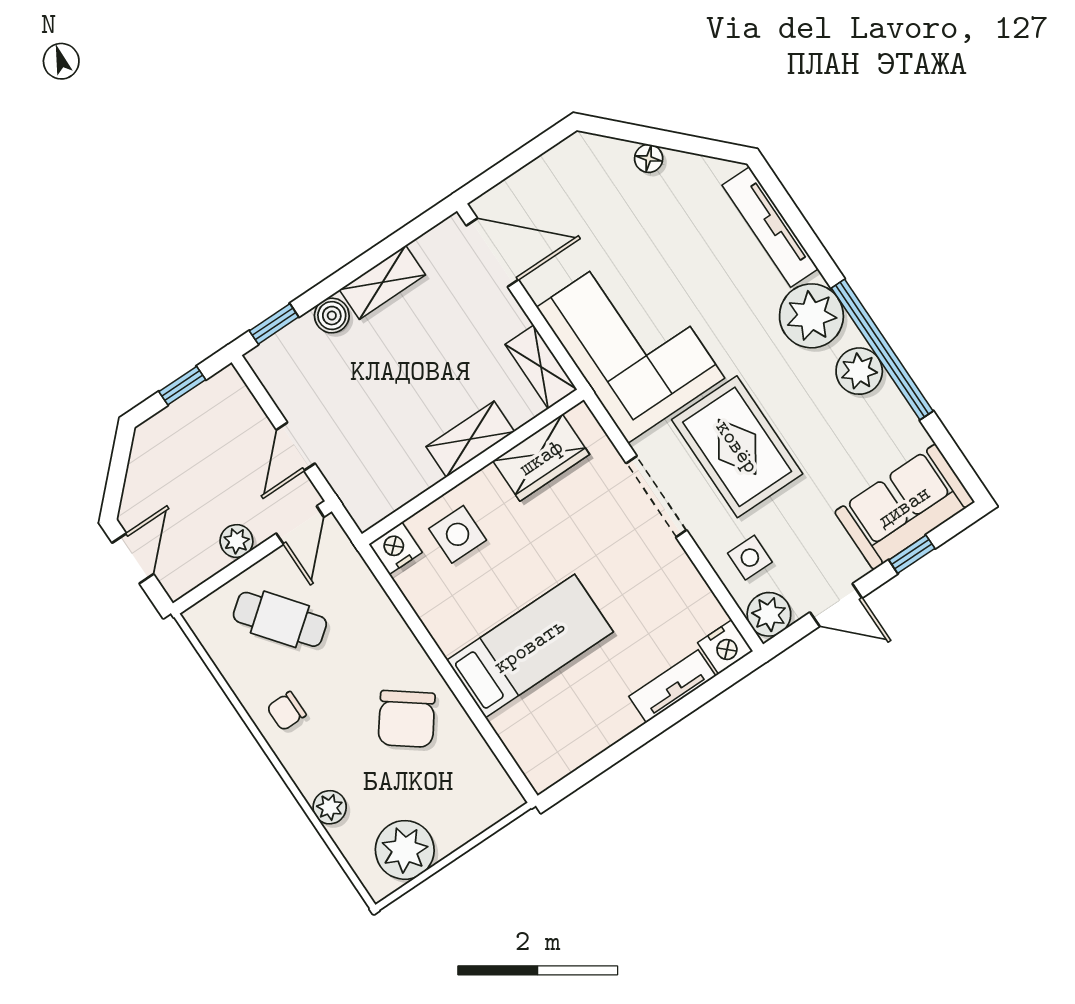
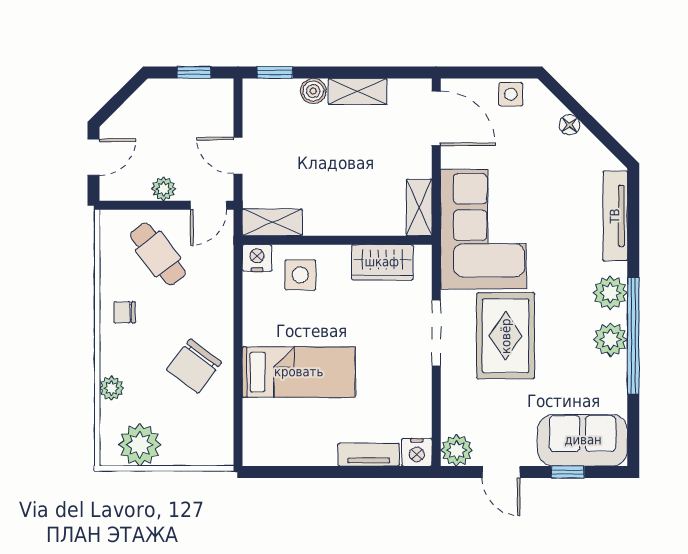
plant: (811, 316) -> (610, 293), width x0.73, depth x0.73
shelving: (470, 439) -> (272, 222), moved
door: (296, 447) -> (238, 156), hinge flipped
side table: (750, 558) -> (511, 94), moved

